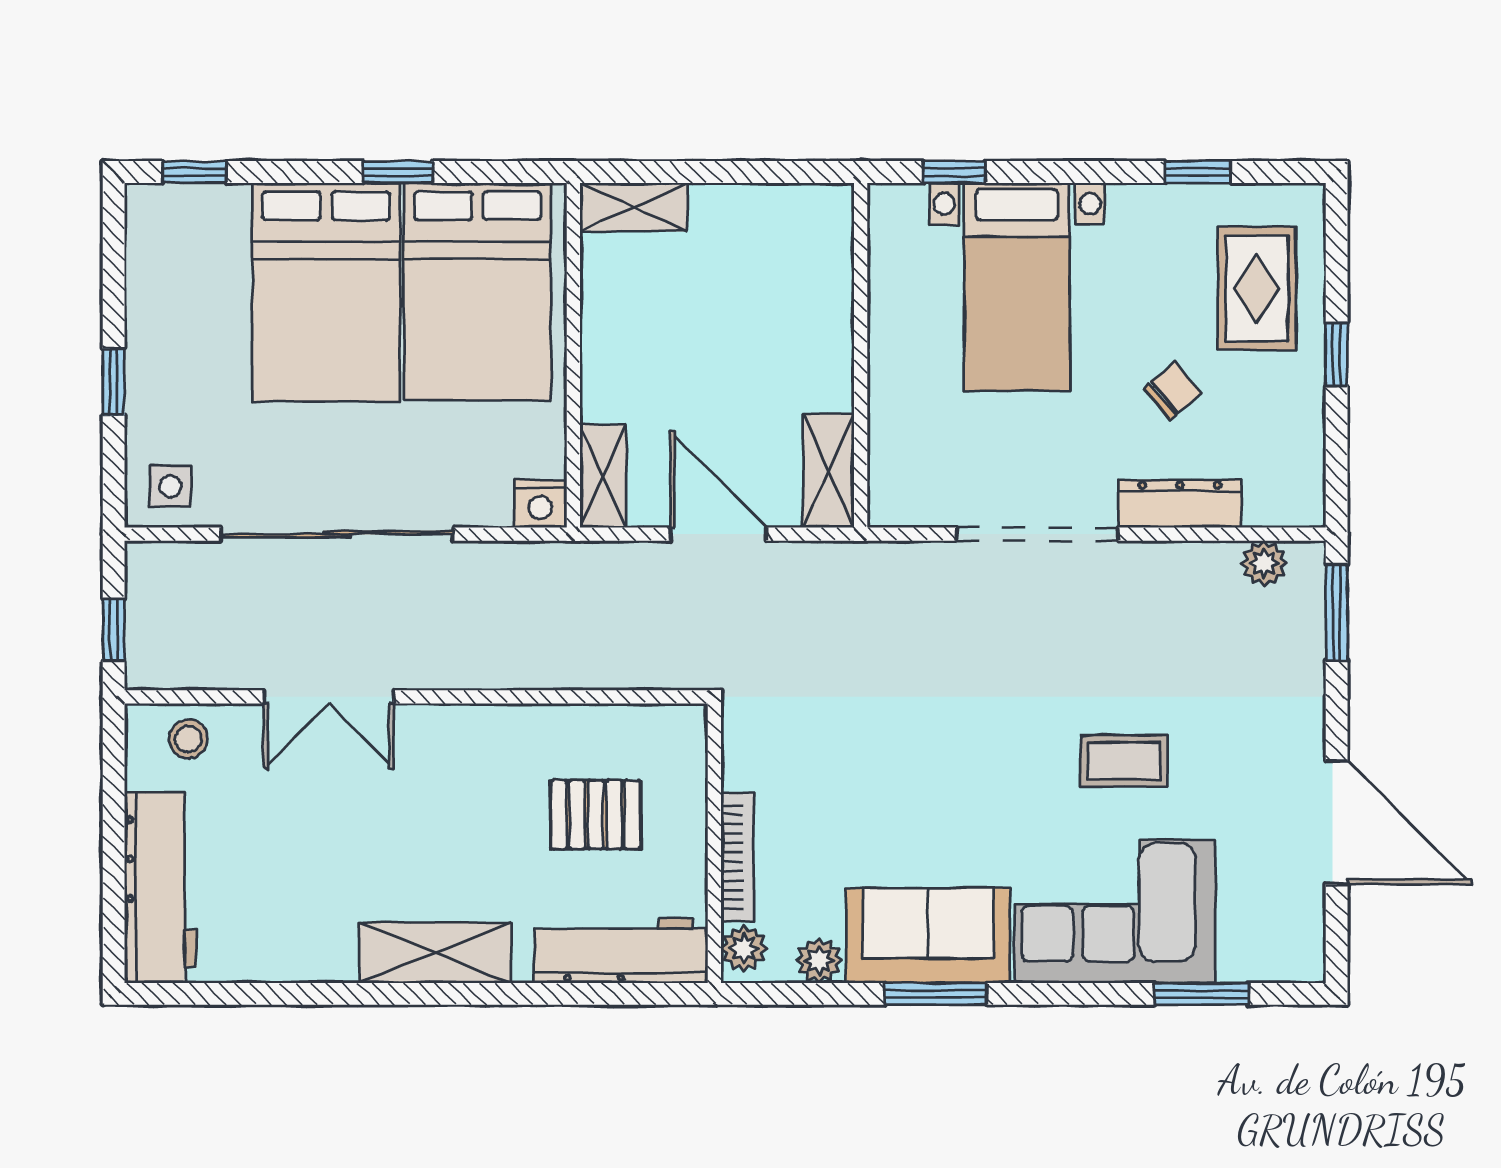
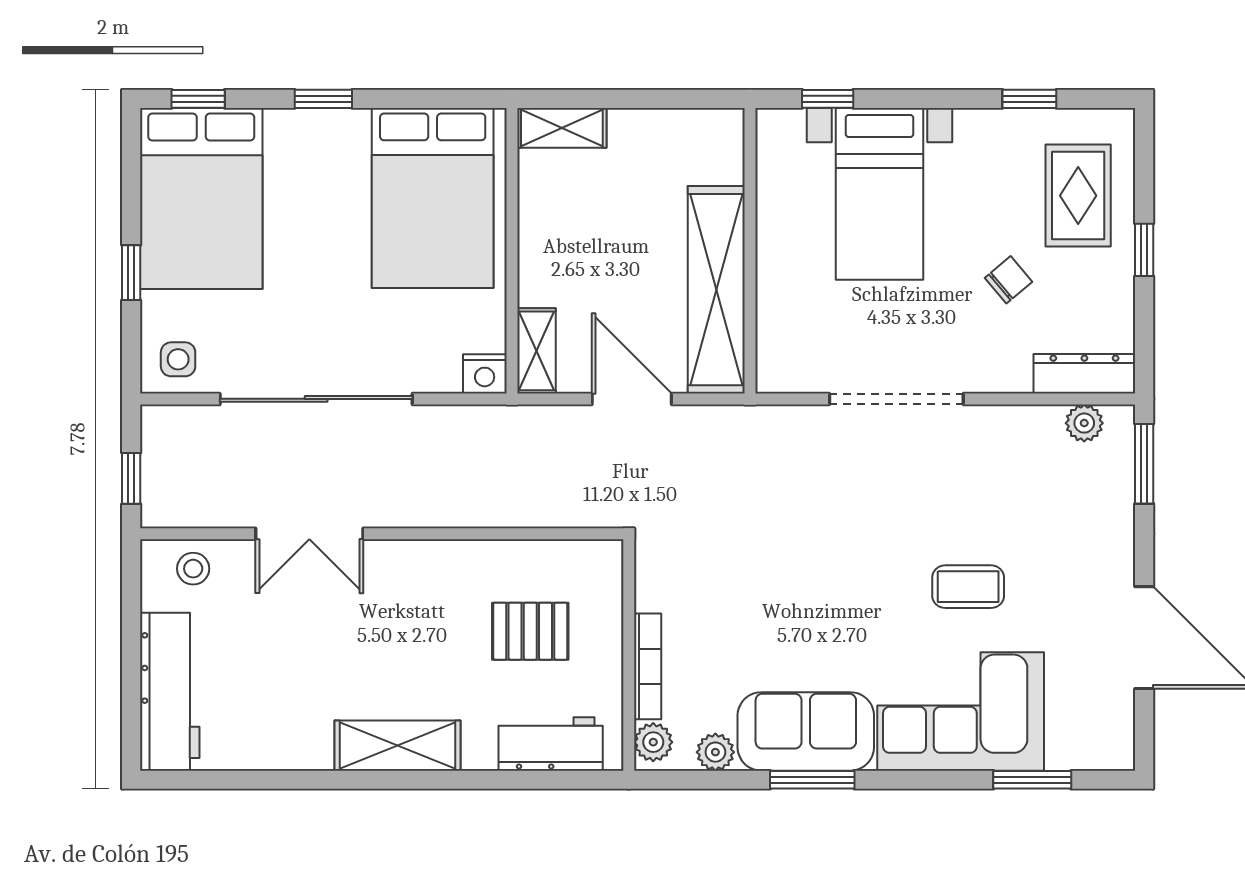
window: (398, 172) -> (323, 99), moved
bed: (326, 292) -> (201, 199), moved
shelving: (828, 471) -> (716, 290), width x2.20, depth x1.33
dresser: (1180, 504) -> (1084, 374), moved
workbench: (620, 951) -> (551, 744), width x0.73

